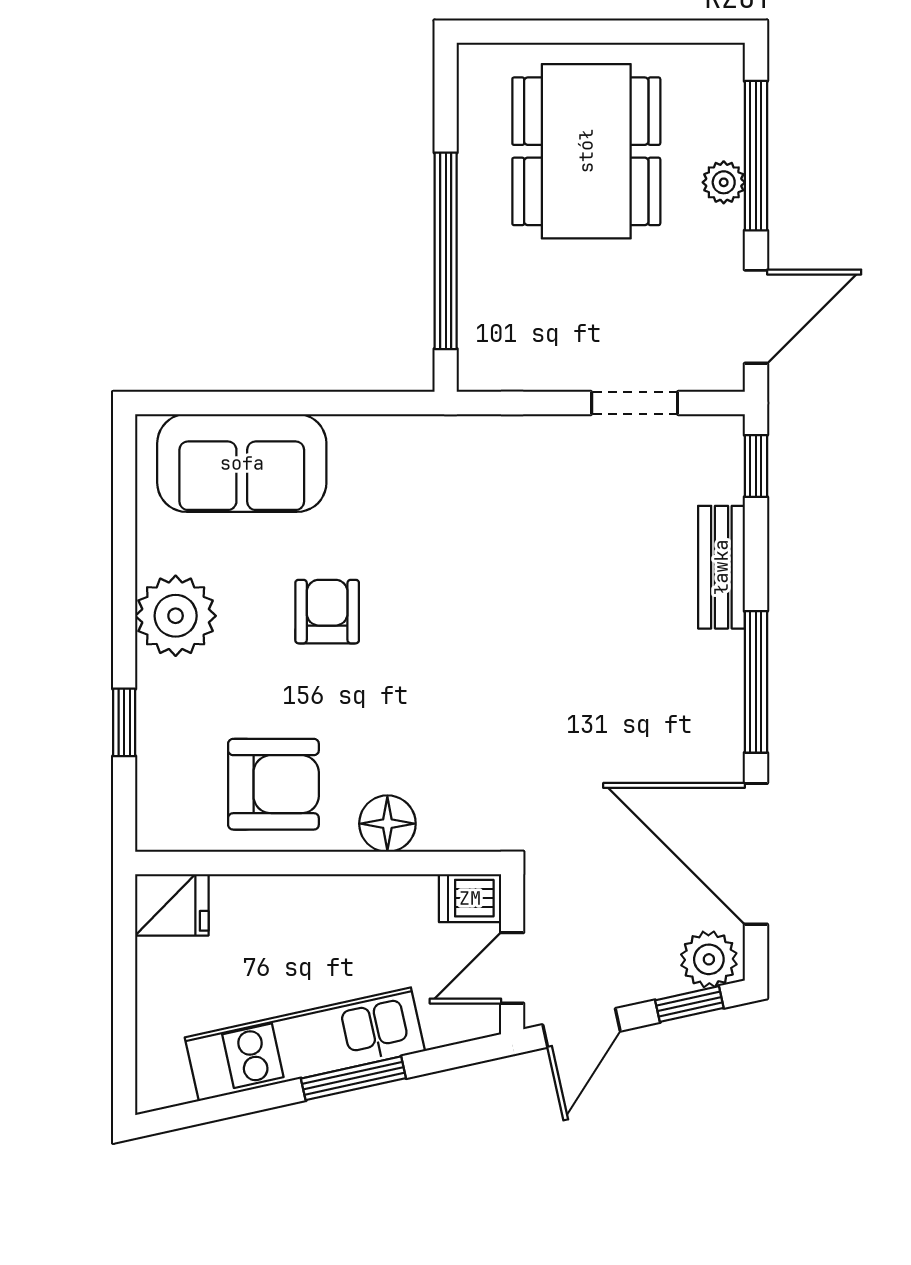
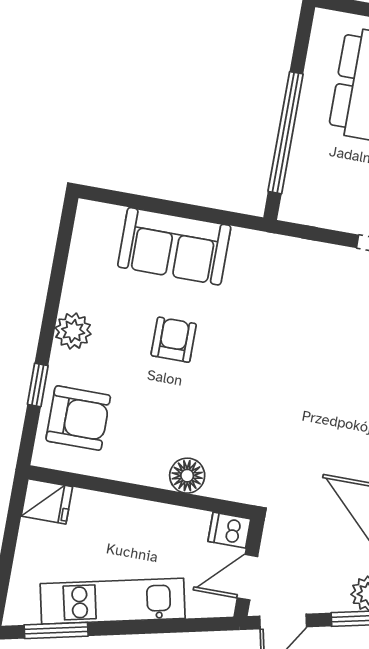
sofa: (242, 463) -> (174, 246), moved
plant: (176, 616) -> (73, 331), width x0.73, depth x0.73
armchair: (273, 784) -> (78, 418), moved
window: (353, 1078) -> (56, 630), moved

